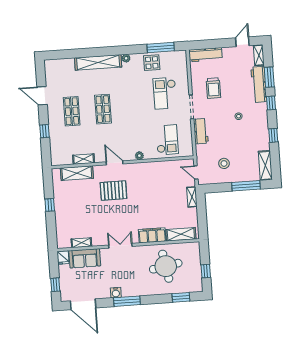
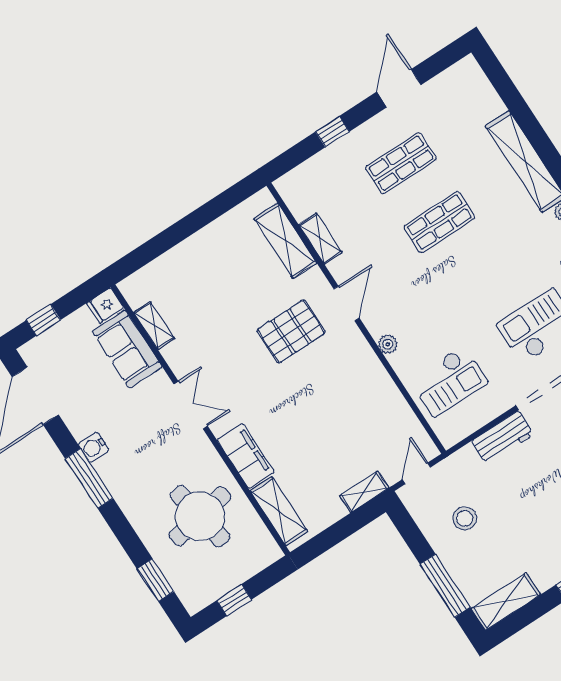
pallet: (113, 191) -> (291, 331), turned 90
window: (50, 205) -> (193, 222), removed

